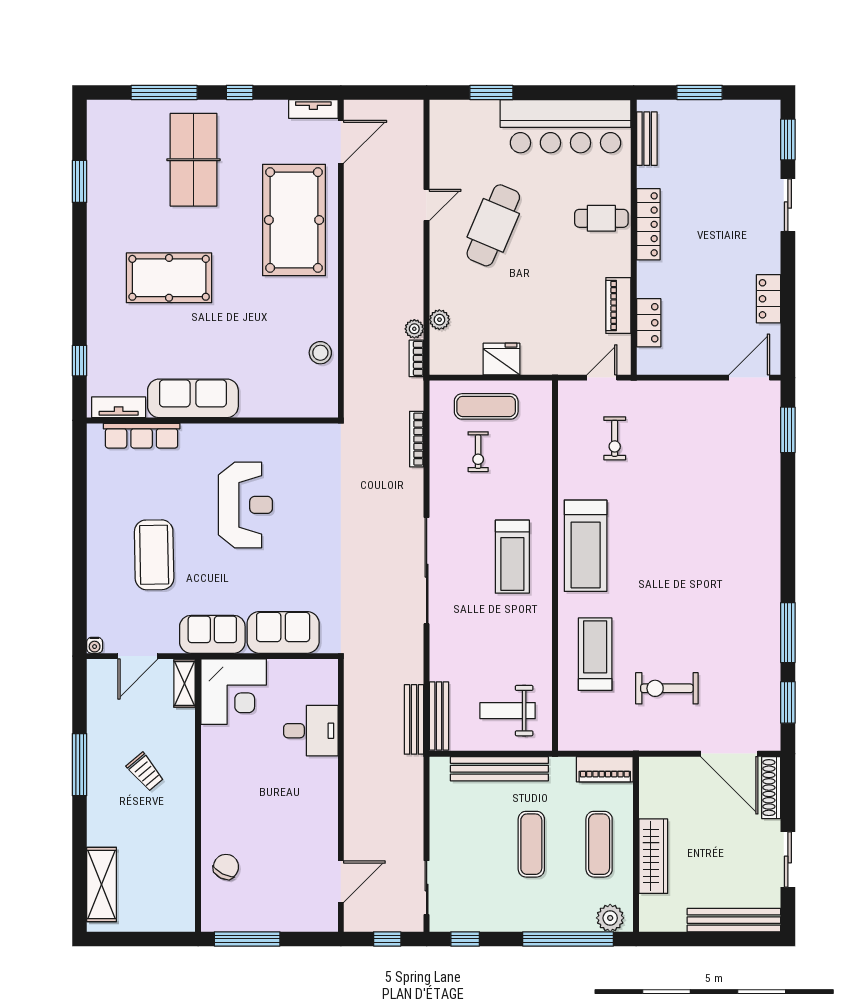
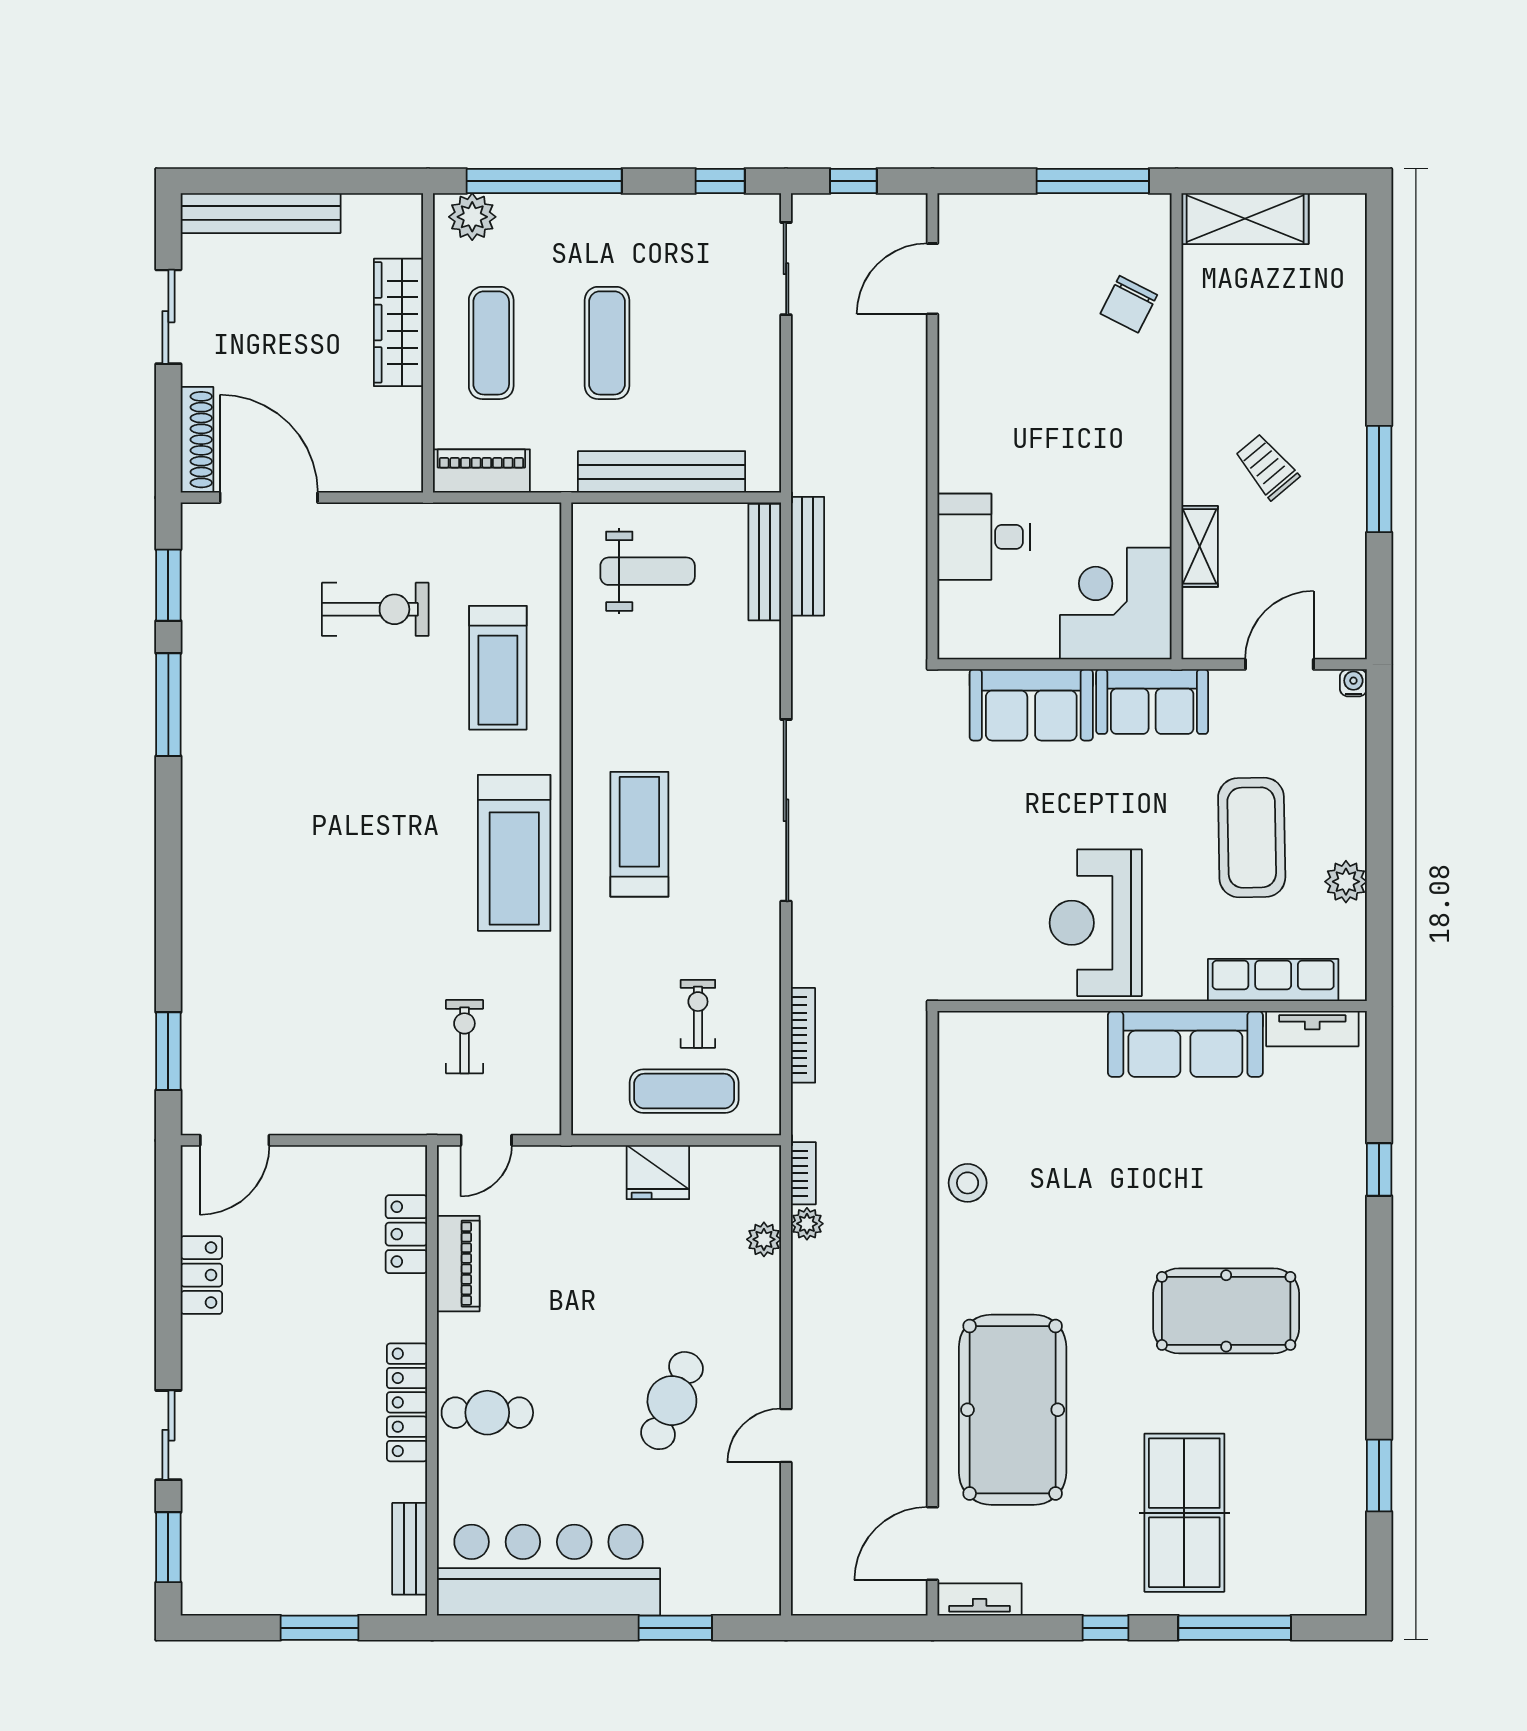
cafe table: (493, 225) -> (672, 1401), width x0.73, depth x0.74
sofa: (193, 398) -> (1185, 1044), moved
tv unit: (119, 407) -> (1312, 1029), moved
wall: (212, 420) -> (1152, 1006), moved
row of seats: (142, 436) -> (1273, 980), moved
plant: (99, 529) -> (1346, 882), added
treadmill: (586, 546) -> (514, 853), turned 180
shelving: (185, 684) -> (1200, 546), moved
shelving: (102, 884) -> (1245, 219), moved, turned 90

